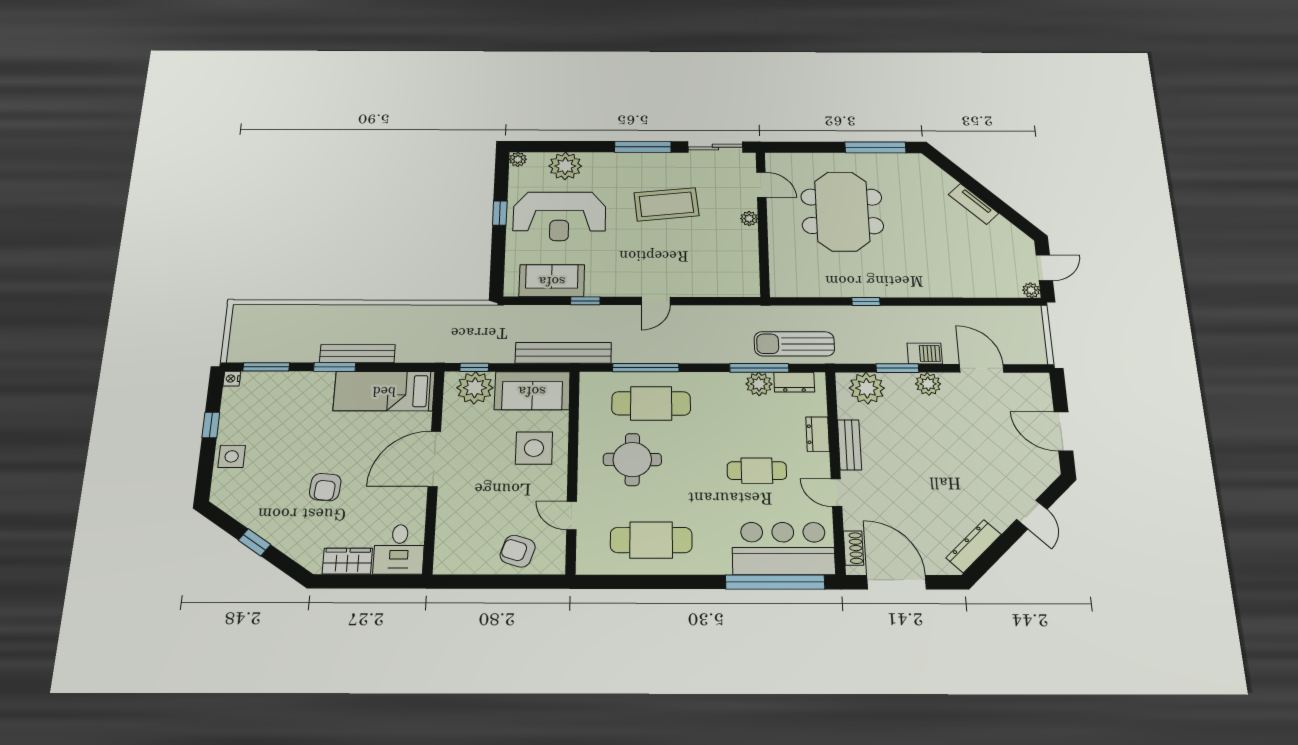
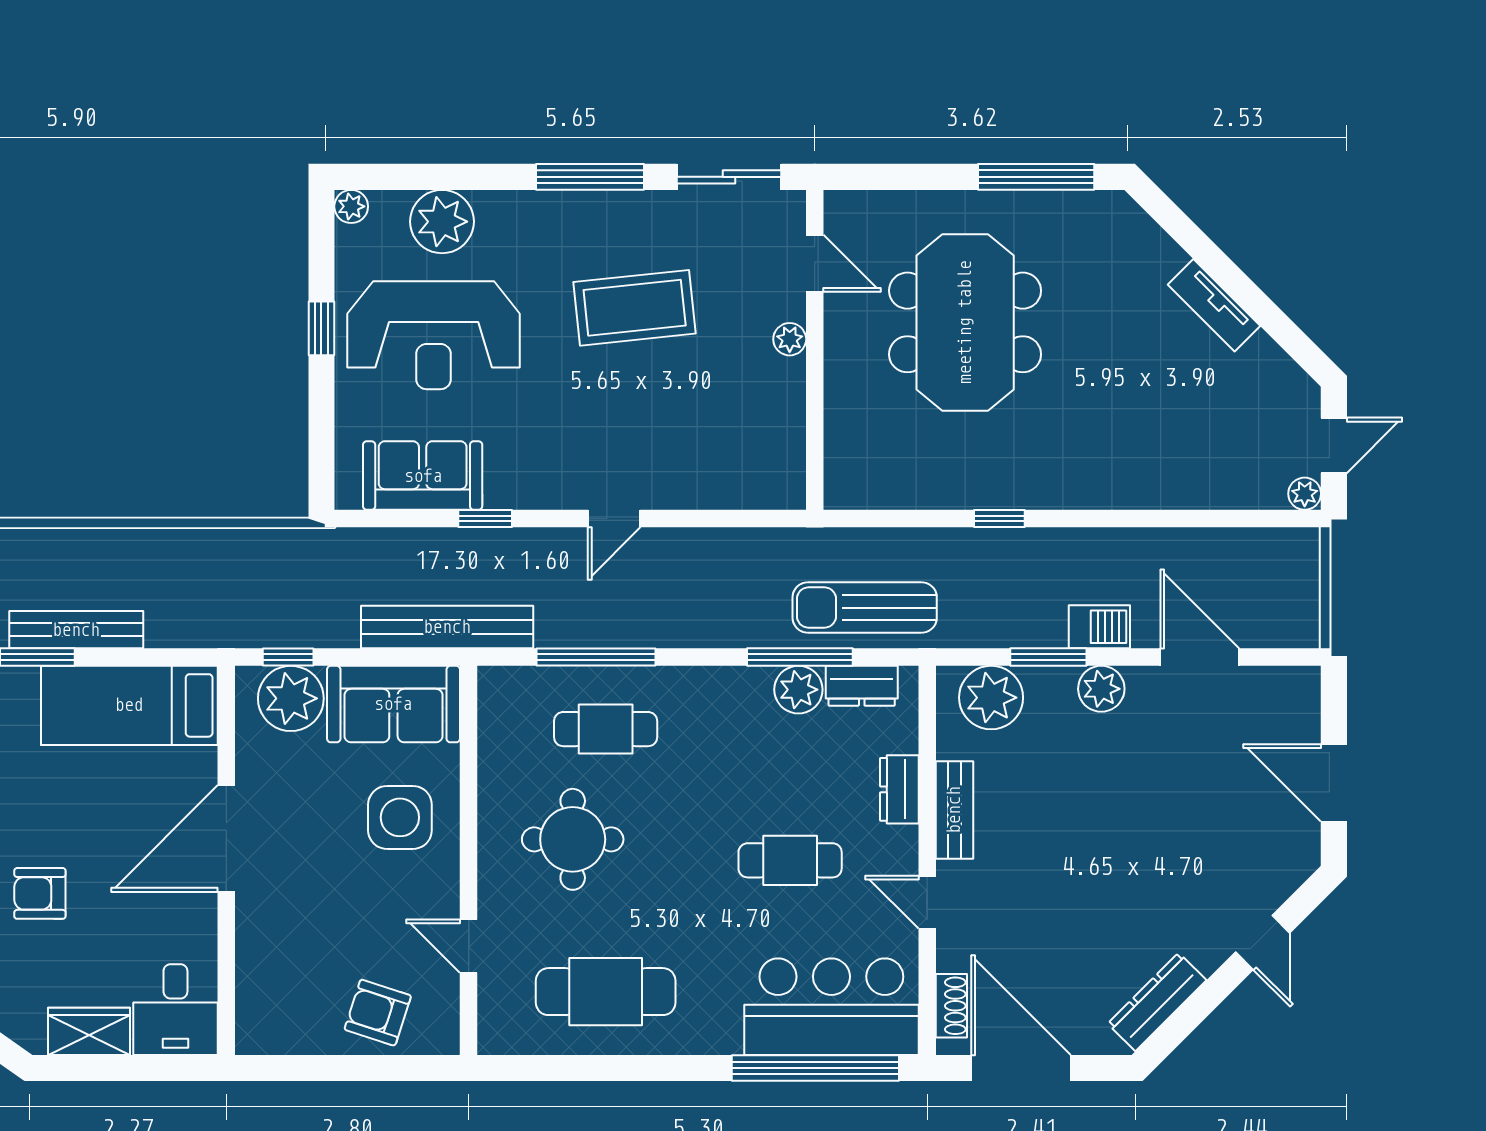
cafe table: (651, 403) -> (606, 729), width x0.73, depth x0.74
armchair: (325, 487) -> (40, 893), turned 85

